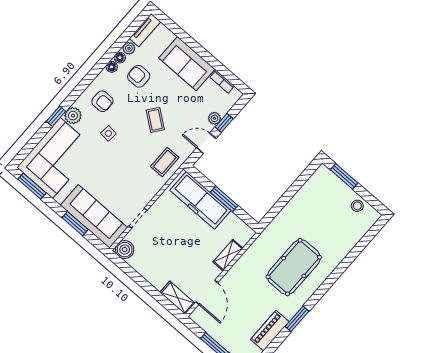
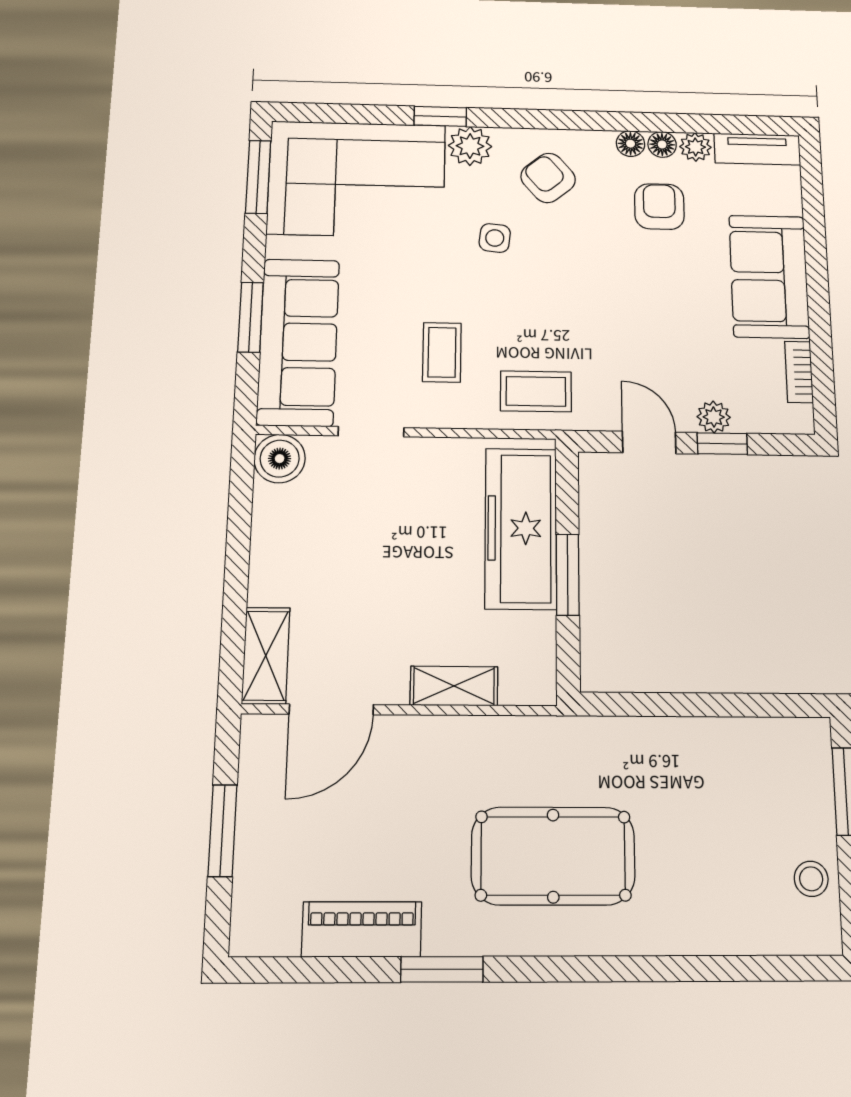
armchair: (102, 101) -> (548, 178), turned 140
coffee table: (155, 120) -> (442, 352), moved, turned -37

